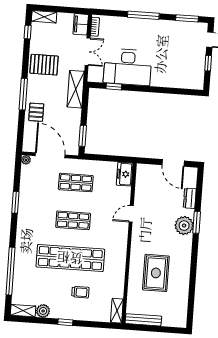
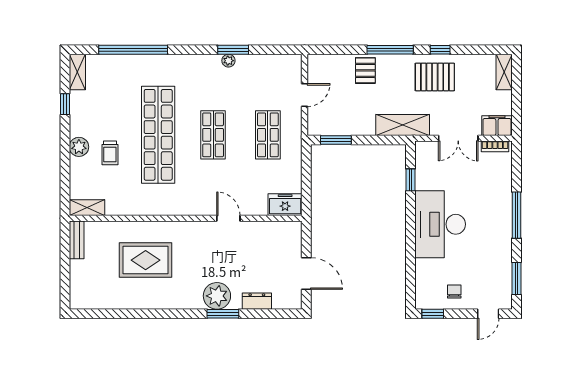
window: (28, 32) -> (440, 50), moved
chair: (193, 62) -> (454, 291), added
window: (208, 63) -> (433, 314), moved
pallet: (44, 65) -> (435, 77), turned 90
desk: (128, 67) -> (440, 224), moved
pallet: (36, 112) -> (365, 70), turned 90
door: (50, 155) -> (305, 95), width x0.53
plant: (26, 160) -> (228, 61), moved
door: (173, 163) -> (306, 273), swing flipped
plant: (43, 311) -> (79, 147), moved
bench: (143, 320) -> (77, 240), width x0.73
window: (65, 322) -> (65, 104), moved

